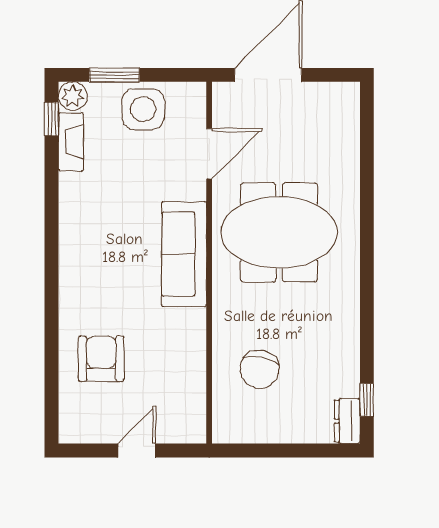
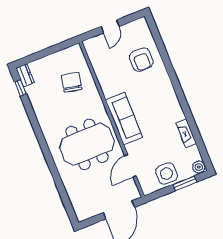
window: (52, 119) -> (204, 154), removed
fireplace: (71, 142) -> (186, 133), moved

